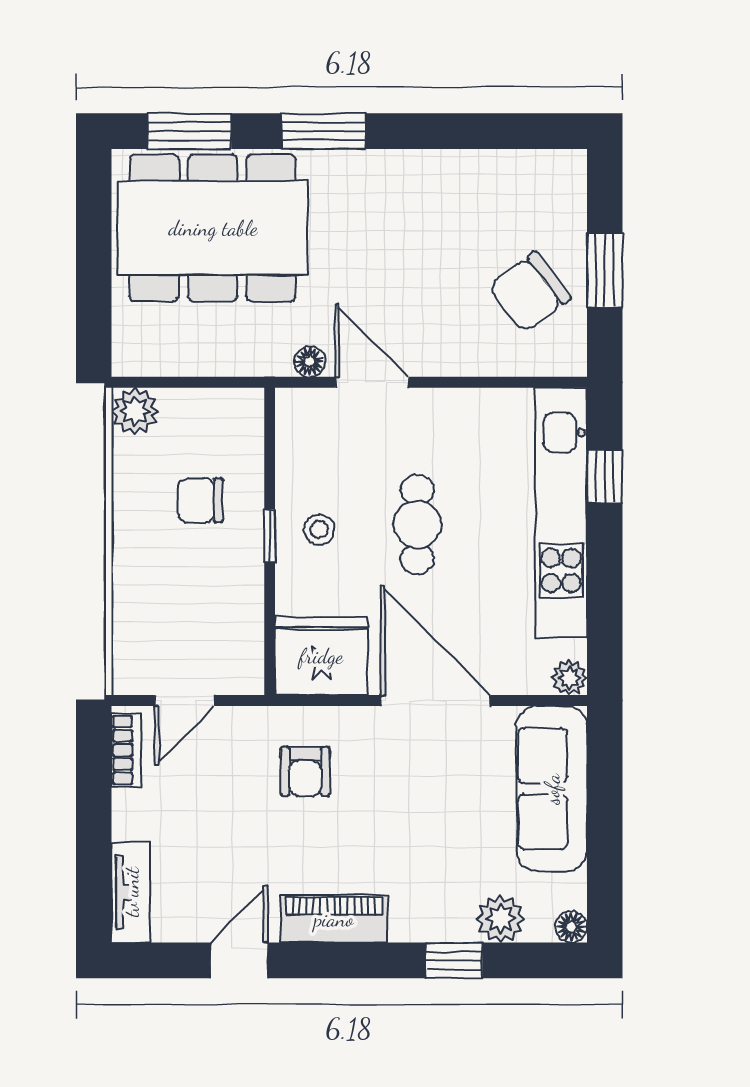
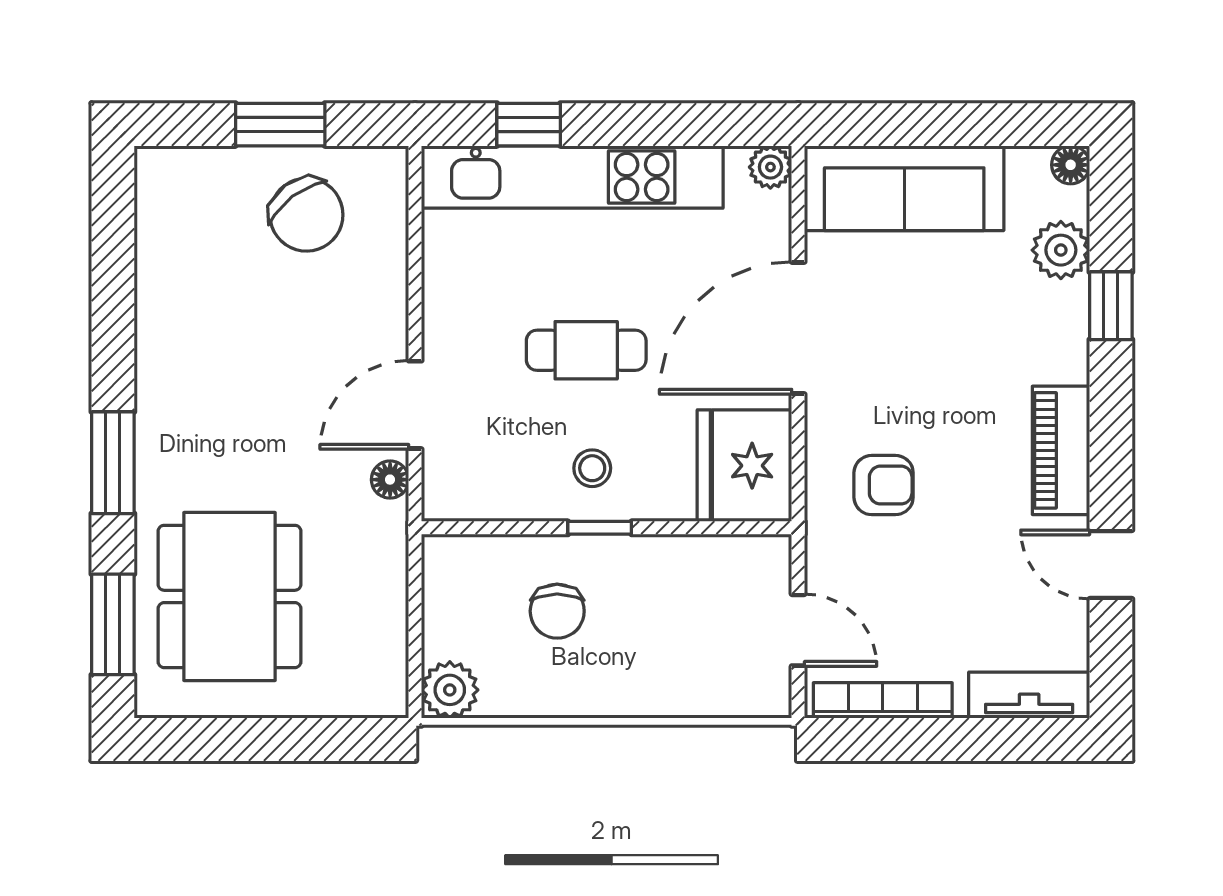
dining table: (213, 228) -> (229, 596), width x0.73, depth x0.80
bookcase: (126, 750) -> (883, 700), width x1.56

